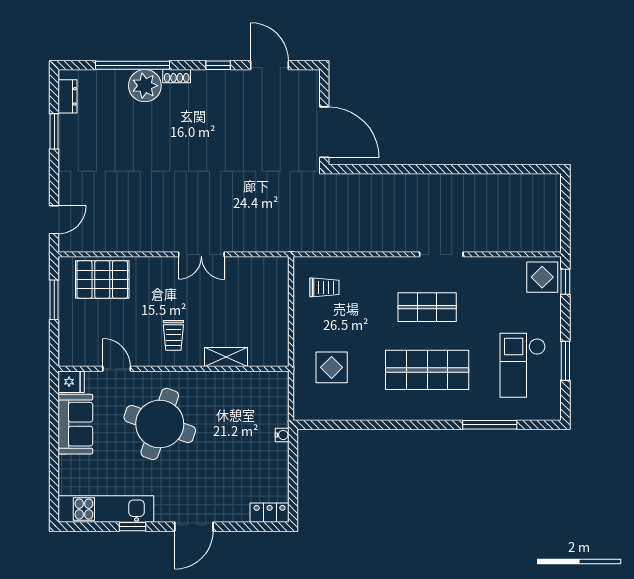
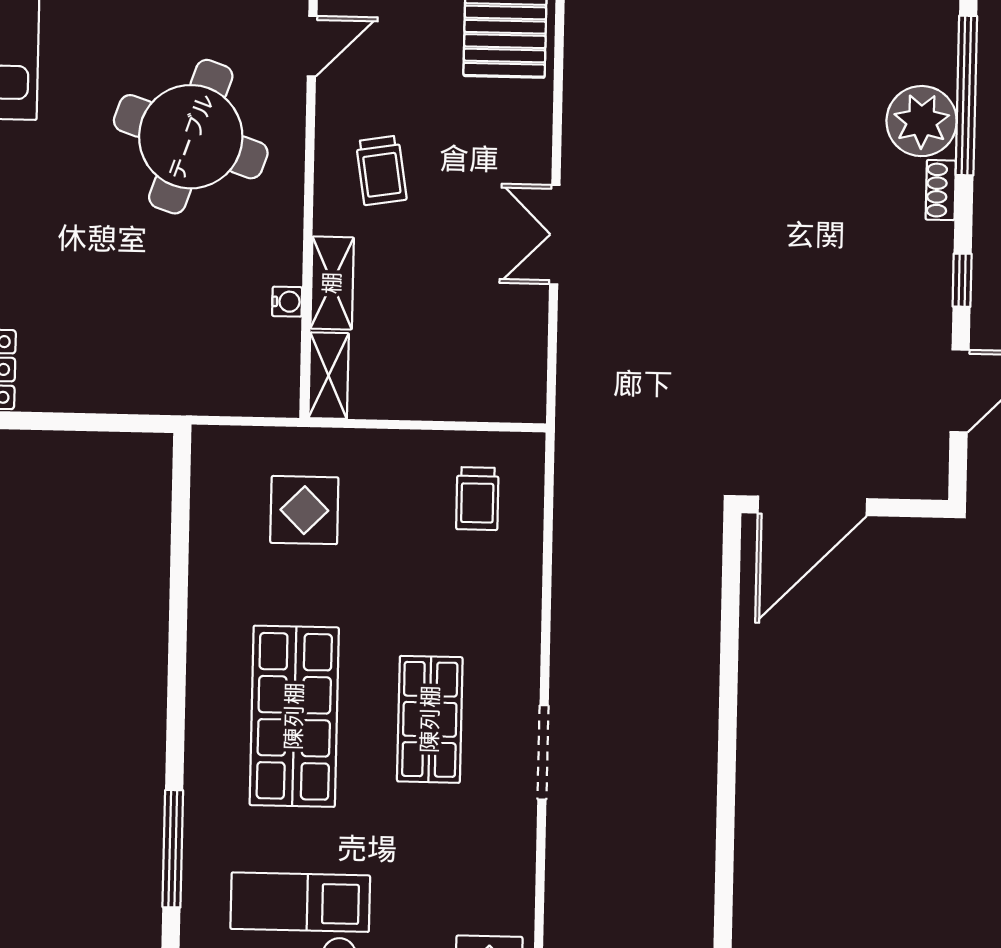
trolley: (173, 335) -> (381, 170), turned -99
shelving: (269, 358) -> (329, 376), added
water cooler: (282, 435) -> (287, 302), moved, turned -90

